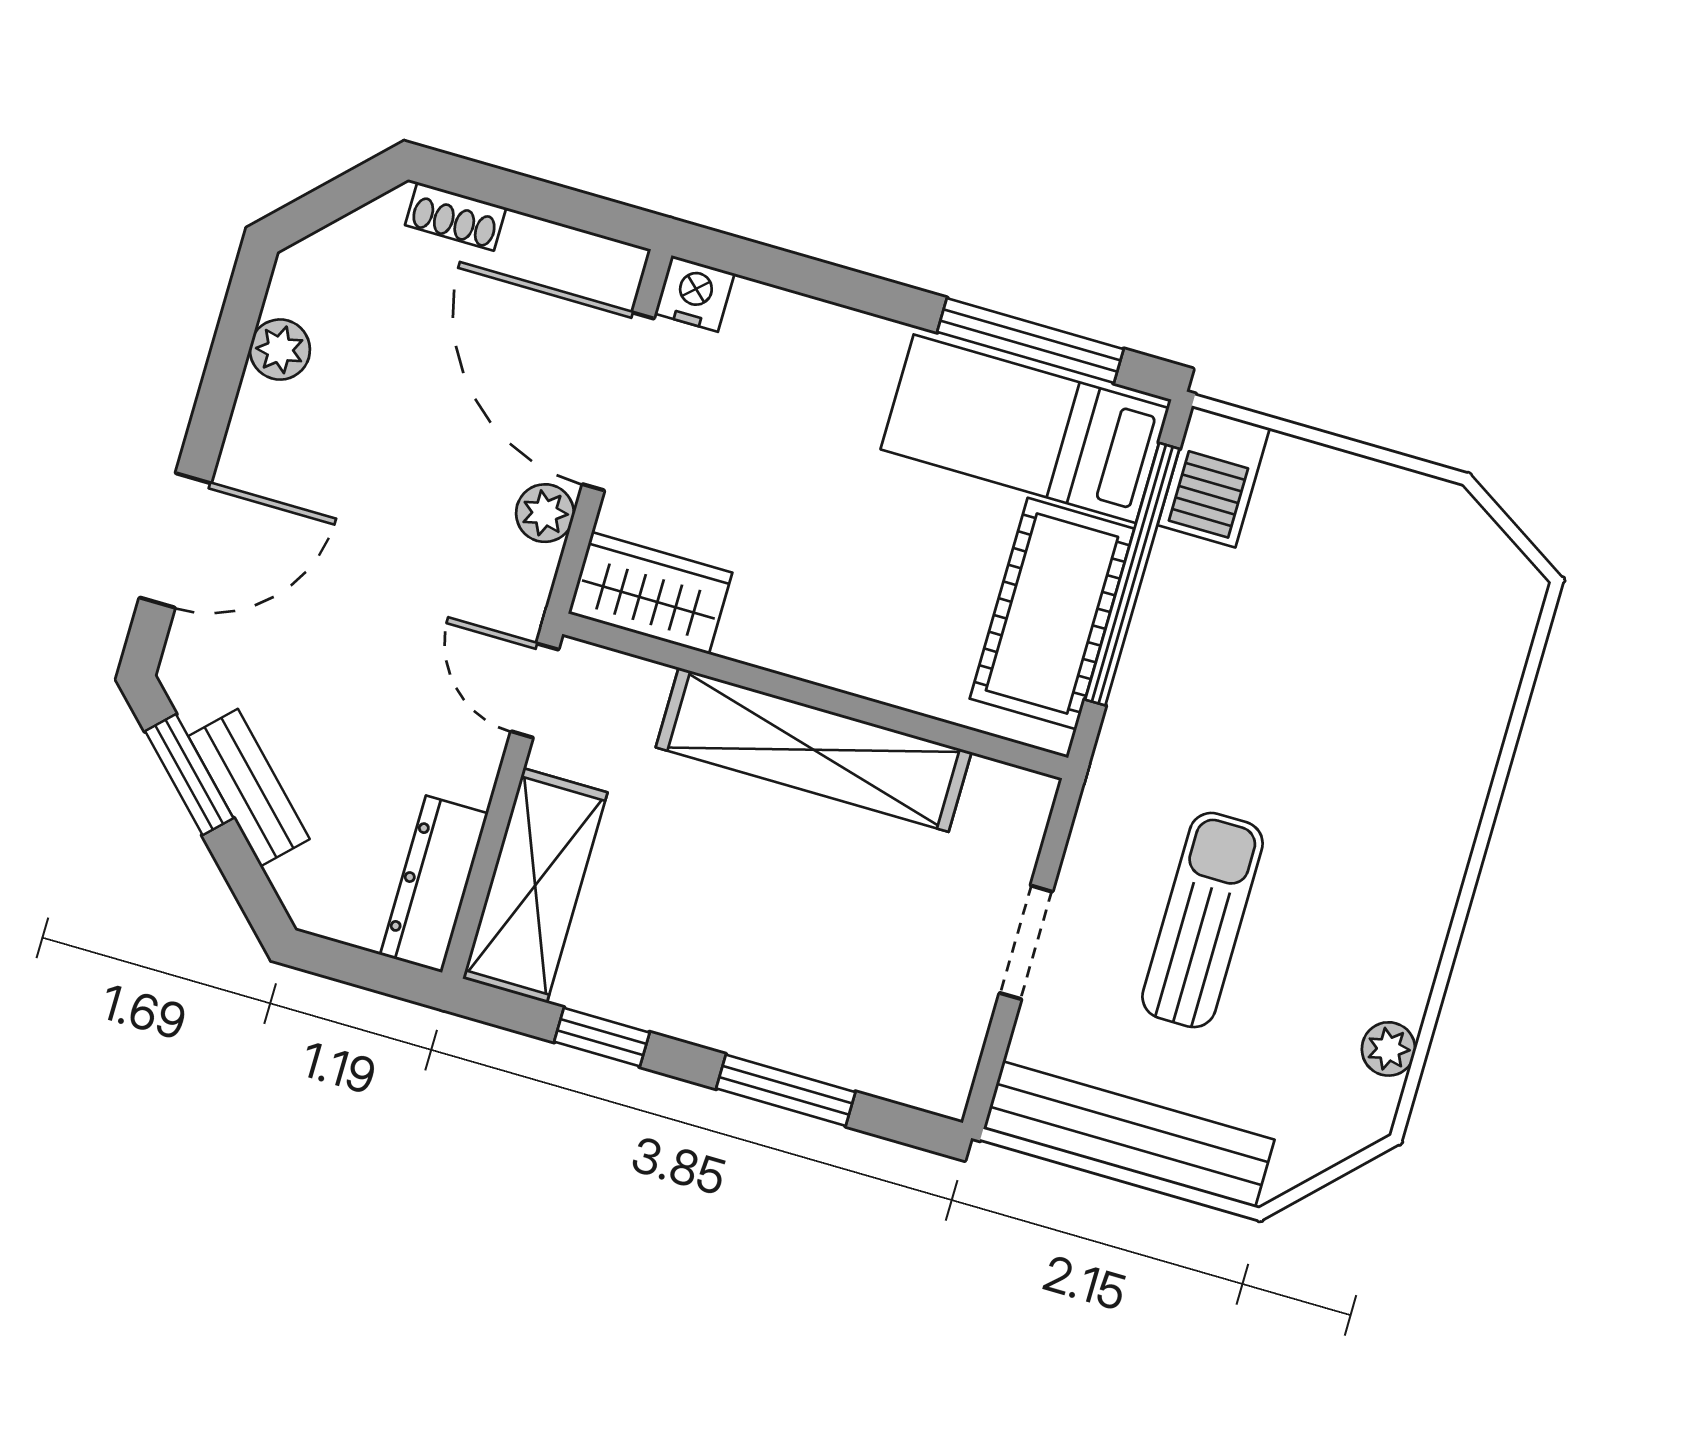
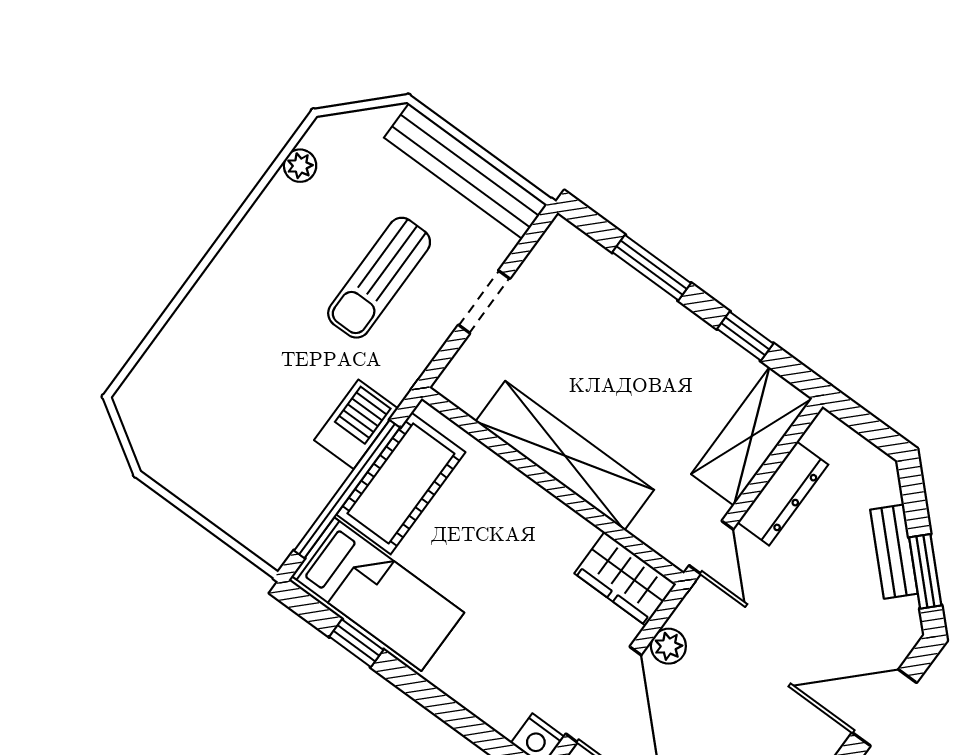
window: (1030, 341) -> (356, 643), width x0.46
barbecue: (1214, 477) -> (356, 424), moved
dresser: (434, 884) -> (783, 494), moved

